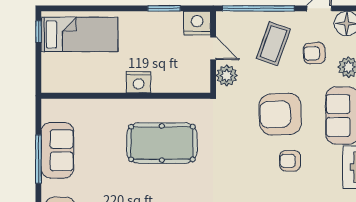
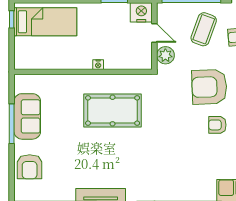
nightstand: (139, 82) -> (98, 65), width x0.53, depth x0.56

